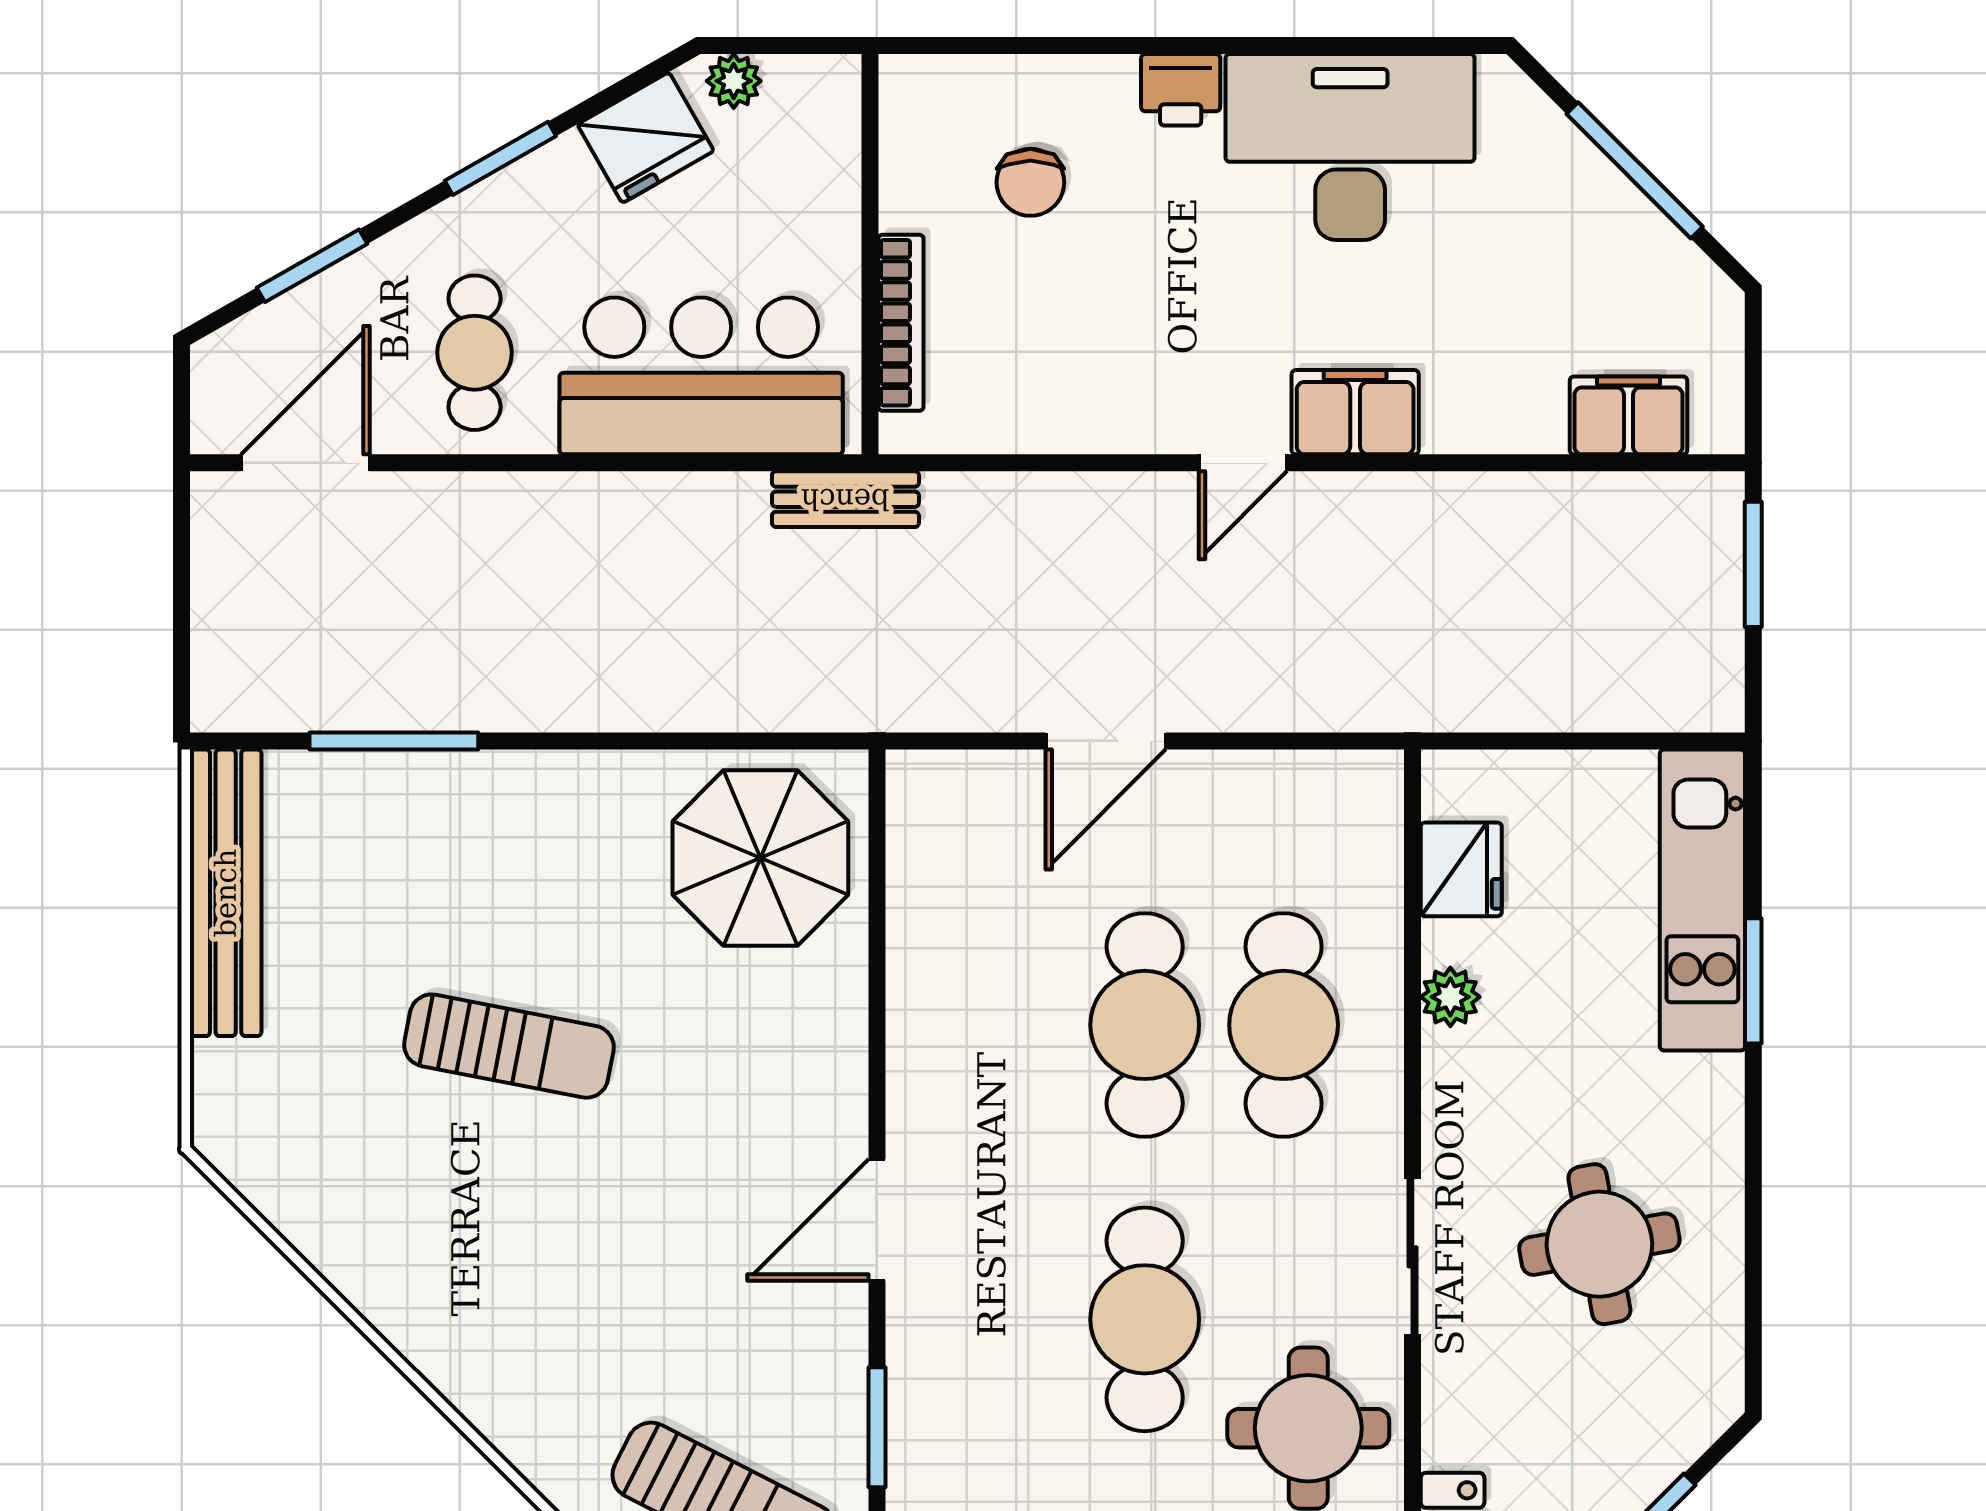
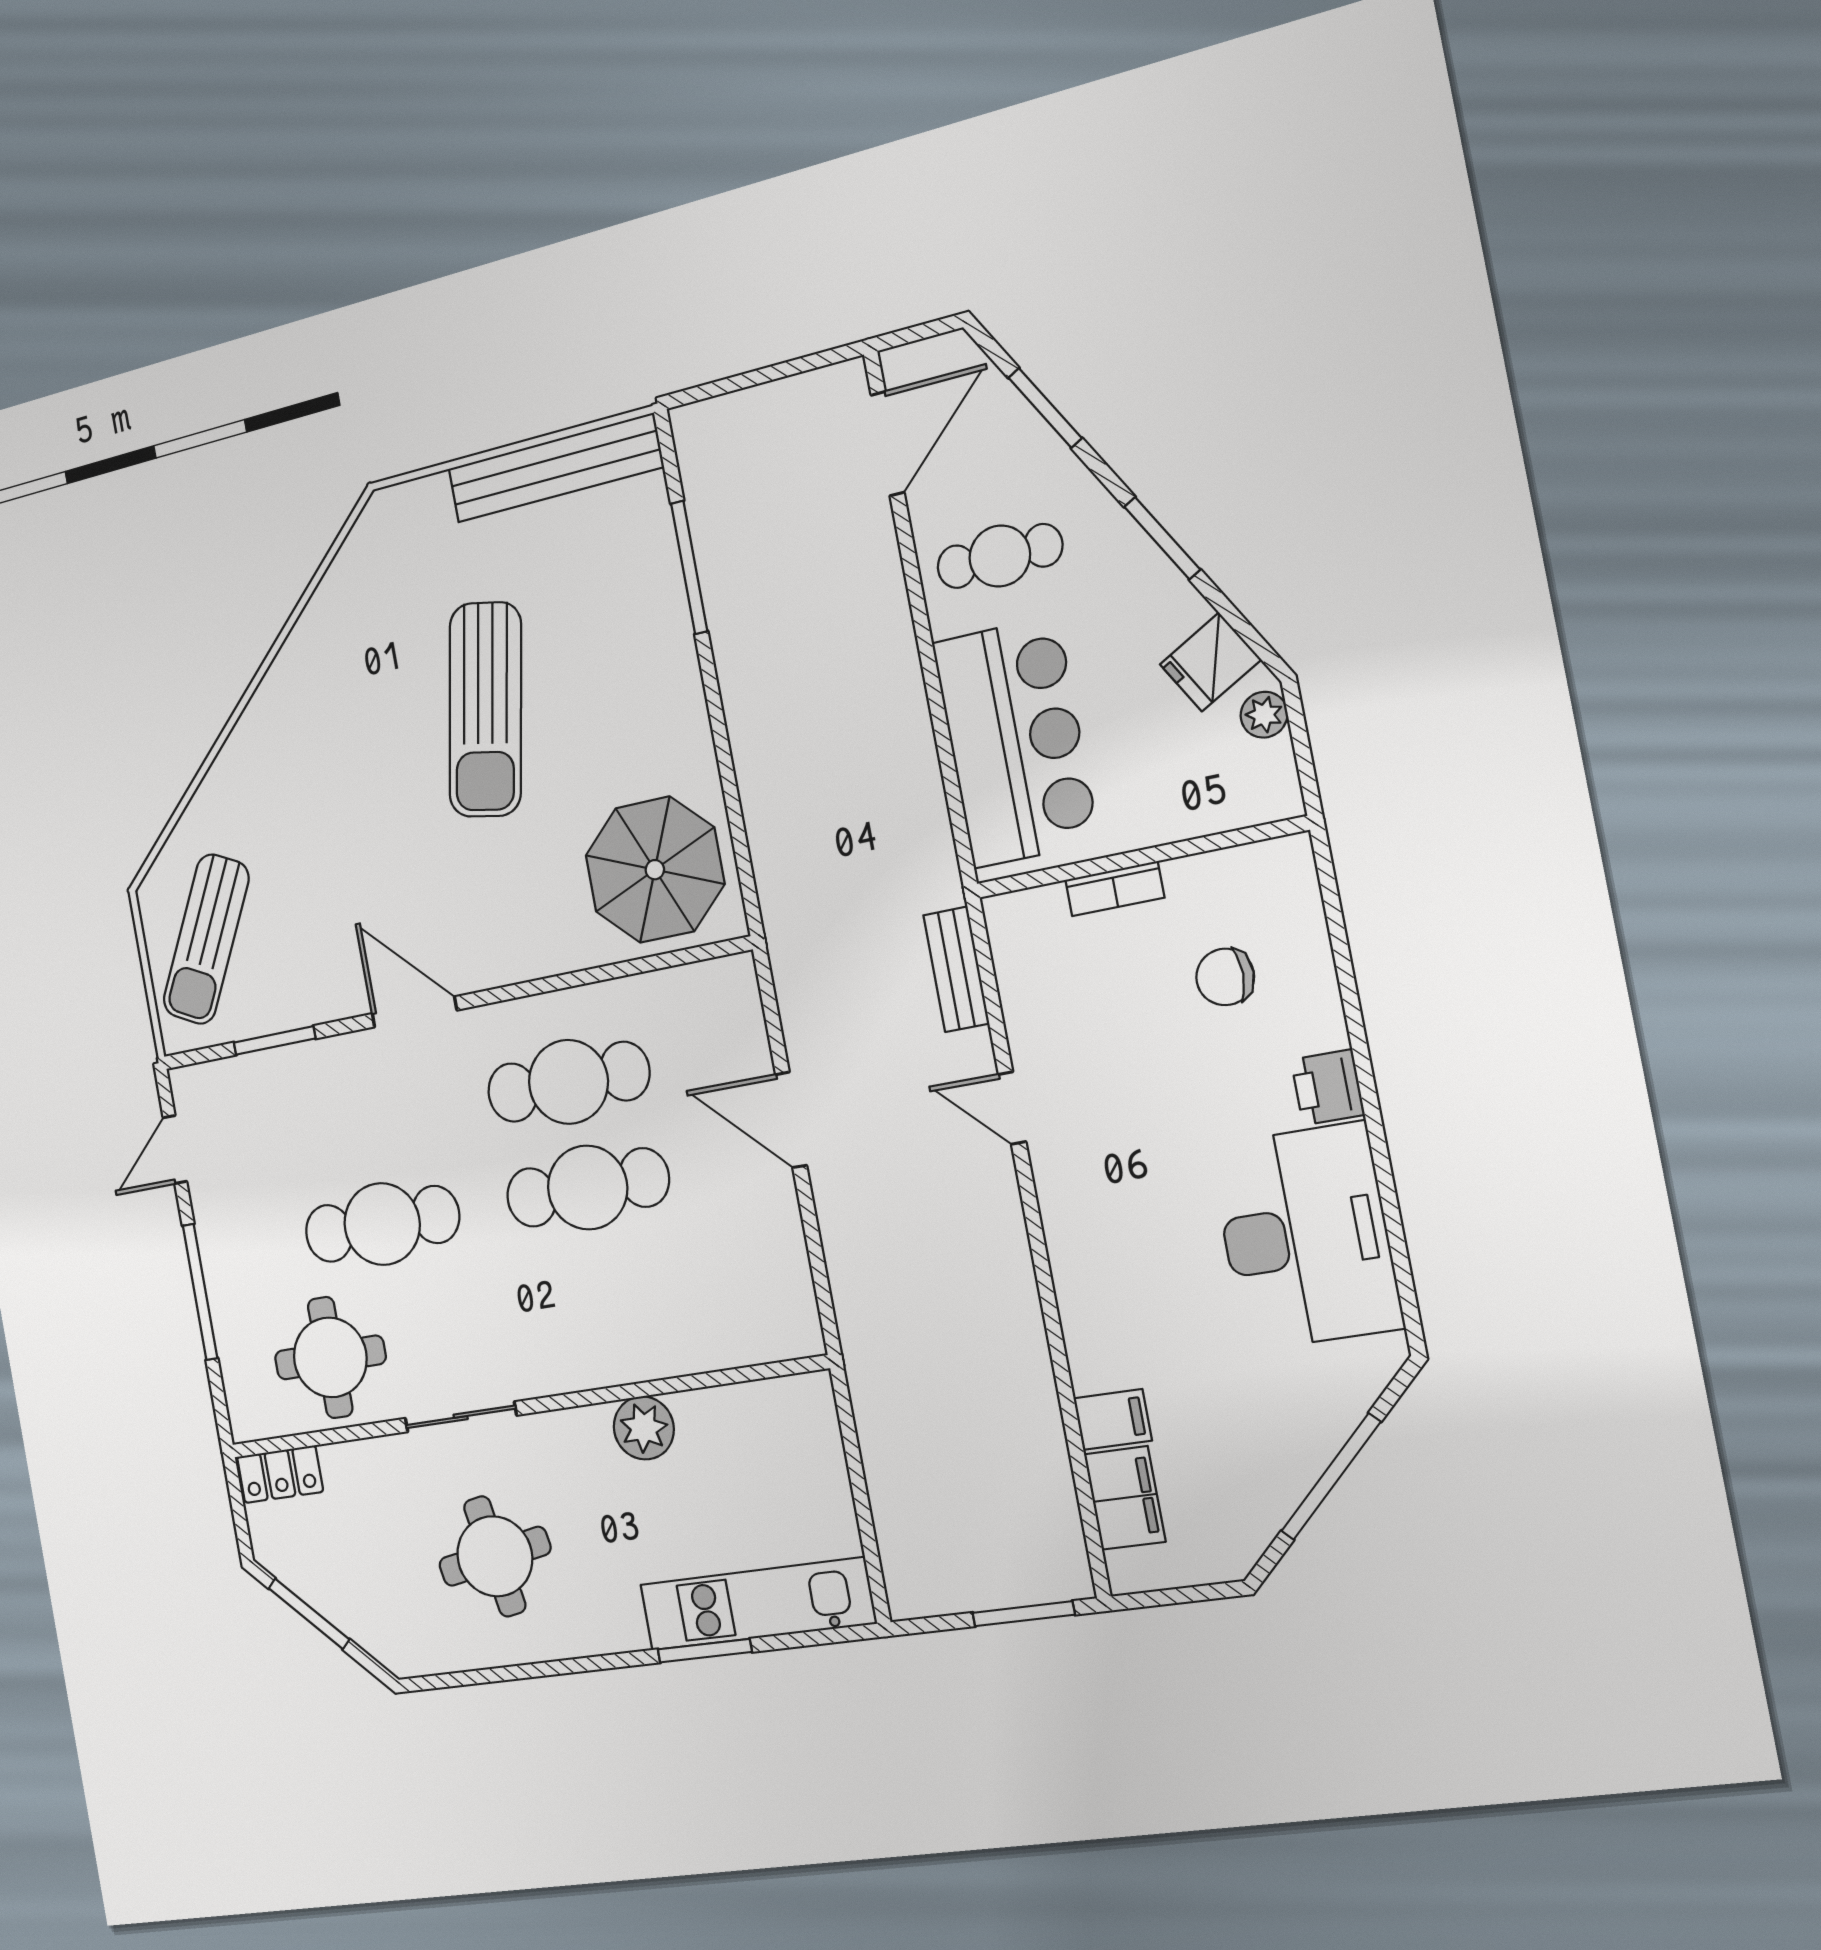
fridge: (646, 138) -> (1210, 662), width x0.72
bookcase: (901, 323) -> (1115, 889), width x0.64
filing cabinet: (1355, 412) -> (1113, 1419), moved, width x0.50
door: (305, 463) -> (888, 444), hinge flipped
door: (1243, 463) -> (1012, 1108), moved
bench: (845, 499) -> (956, 969), moved
fridge: (1461, 869) -> (746, 1413), removed
plant: (1450, 997) -> (644, 1428), width x1.38, depth x1.38
cafe table: (1284, 1025) -> (568, 1082), moved
sun lounger: (509, 1046) -> (485, 710), width x1.36, depth x1.34

